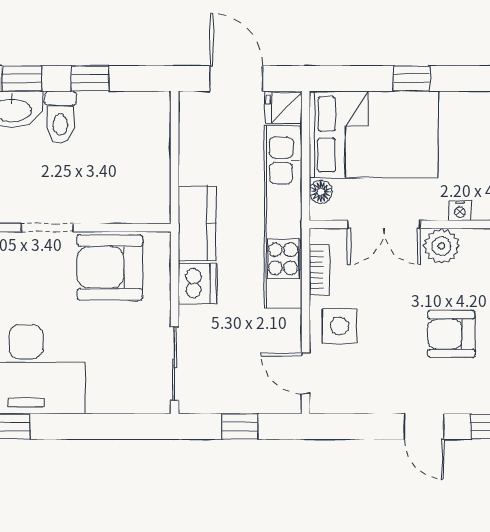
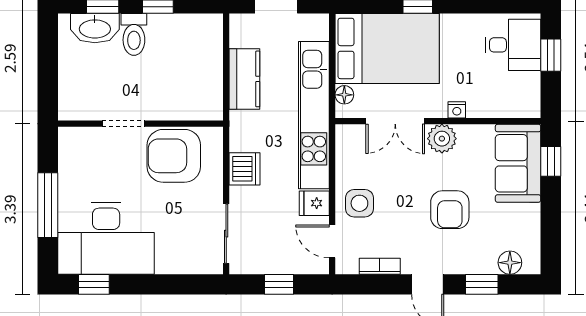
fridge: (284, 108) -> (314, 203), moved
kitchen counter: (197, 223) -> (244, 79), moved
bookcase: (319, 270) -> (380, 266), moved, turned -90
armchair: (451, 334) -> (450, 210), turned -90

